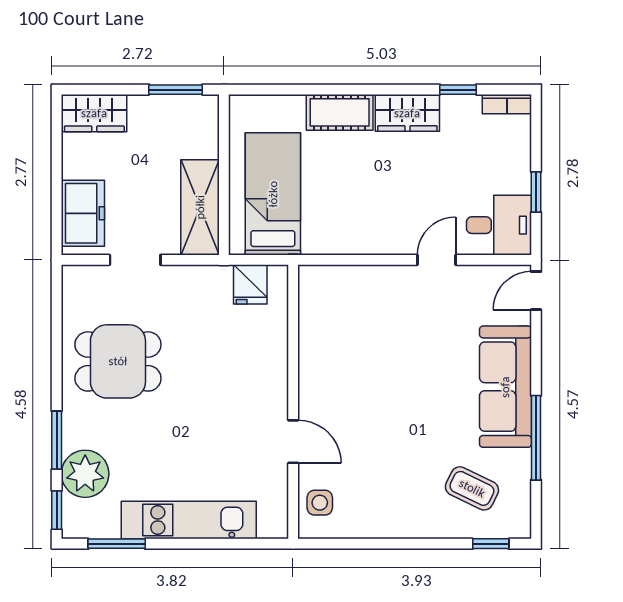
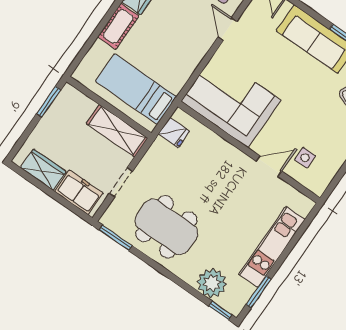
wardrobe: (94, 113) -> (43, 170), moved, turned -90
corner sofa: (345, 331) -> (231, 101), added
dining table: (118, 361) -> (166, 227), width x1.38
window: (57, 440) -> (116, 238), moved
side table: (320, 503) -> (305, 158), moved

